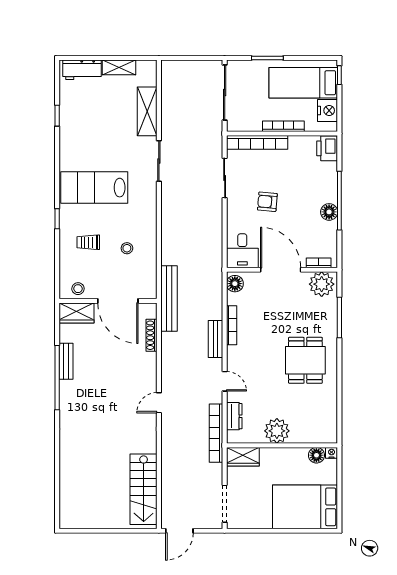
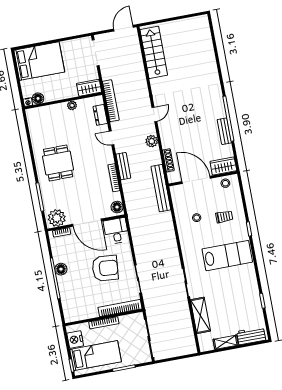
printer: (327, 148) -> (71, 313), removed
armchair: (267, 202) -> (105, 268), width x1.88, depth x1.88
plant: (170, 366) -> (152, 141), added
plant: (277, 431) -> (72, 105), width x0.53, depth x0.53

